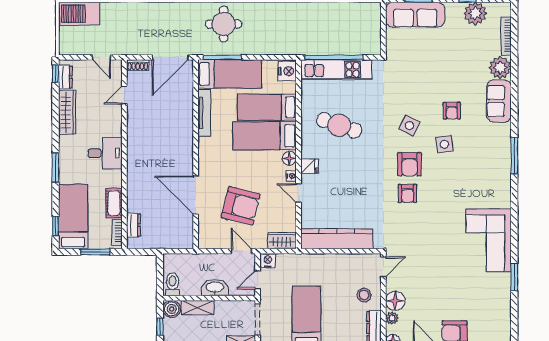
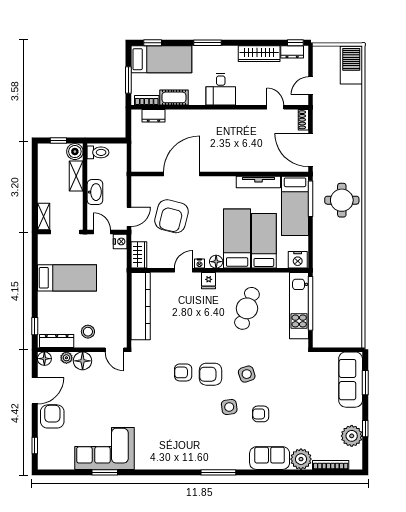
side table: (409, 126) -> (247, 374), turned 45
corner sofa: (489, 240) -> (104, 448), moved

